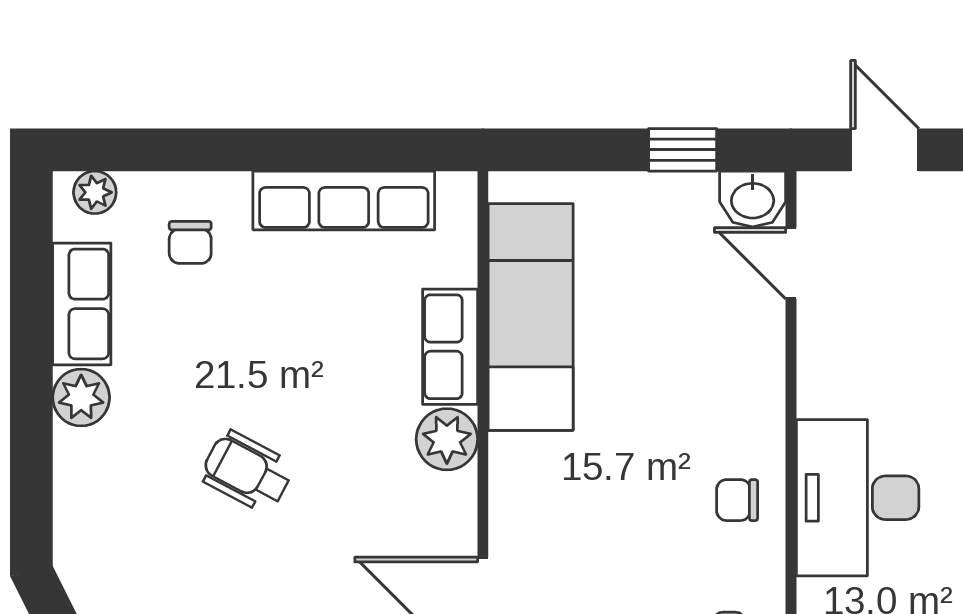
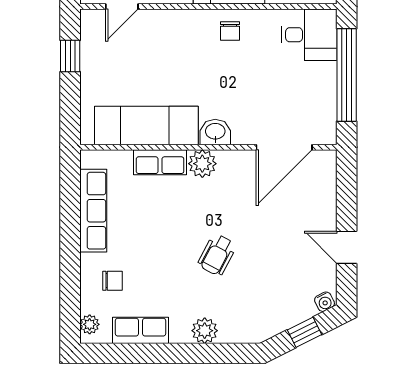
washbasin: (753, 199) -> (215, 132), moved, turned -90
plant: (81, 397) -> (205, 331), moved

